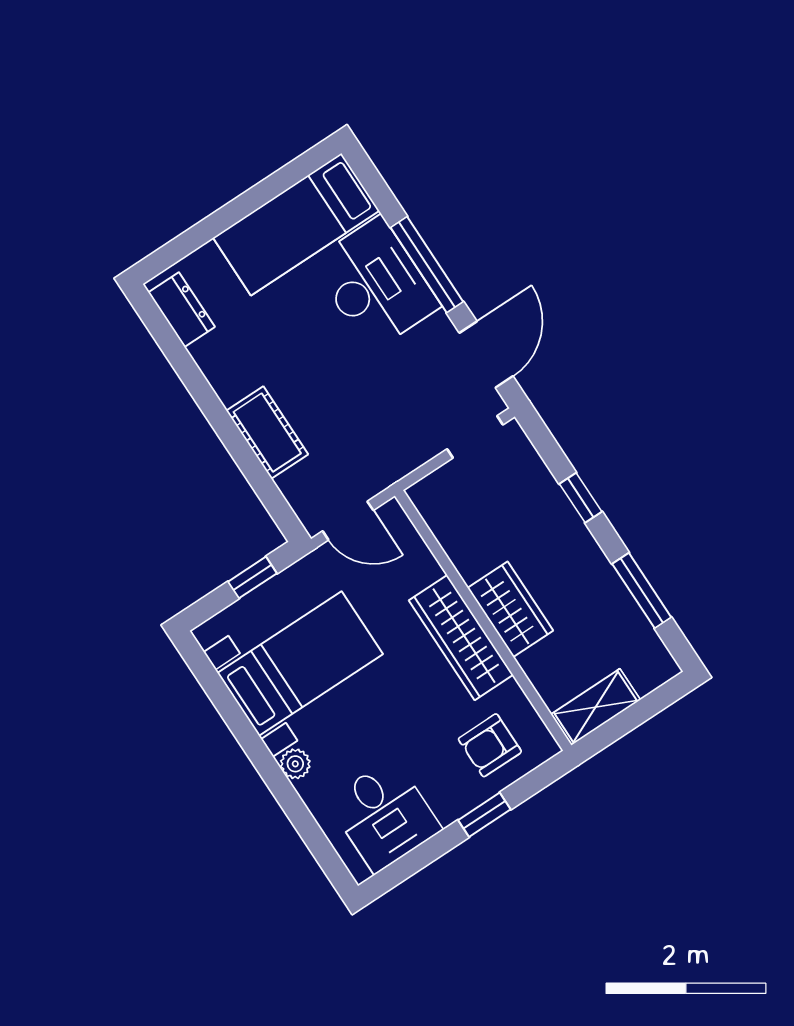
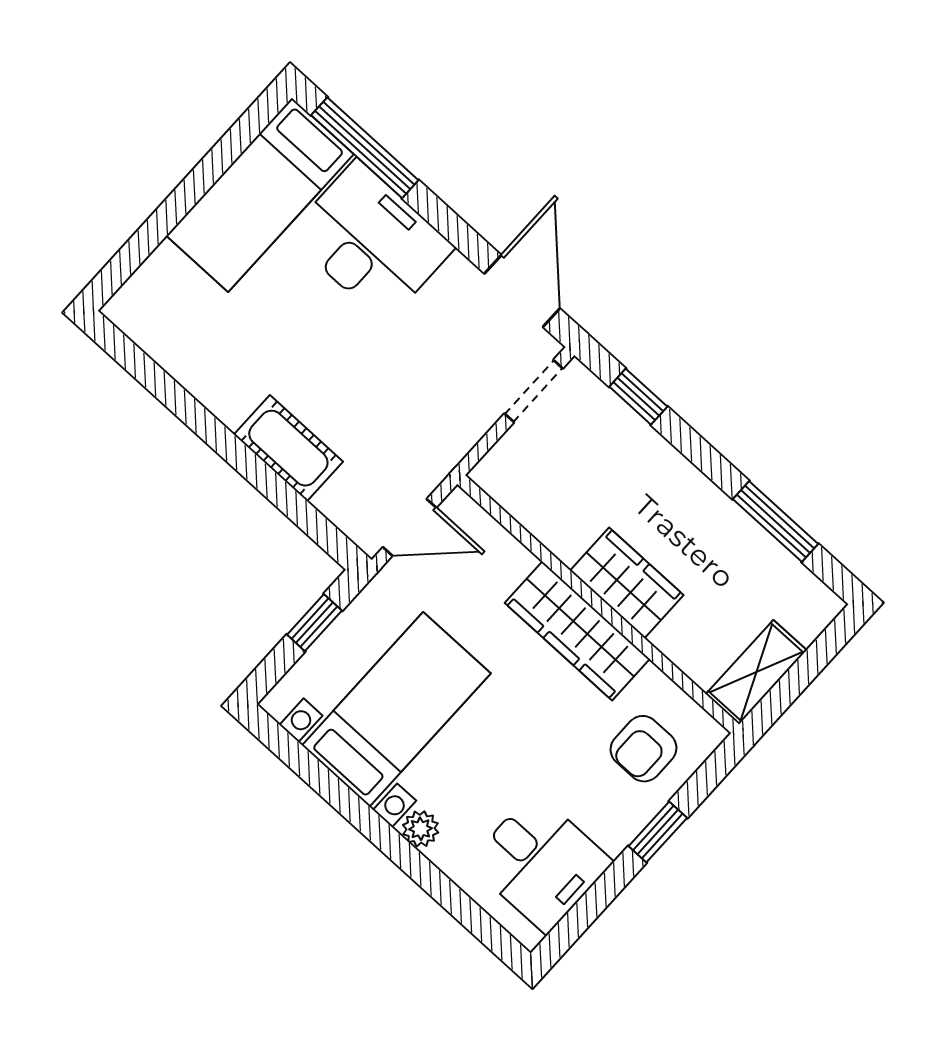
window: (427, 265) -> (365, 148), moved
dresser: (182, 310) -> (151, 329), removed
window: (581, 498) -> (638, 397), moved

